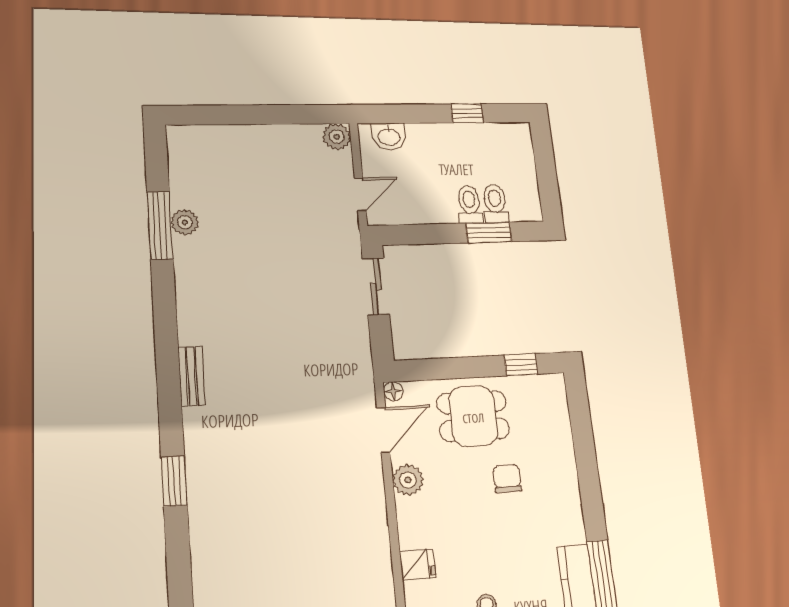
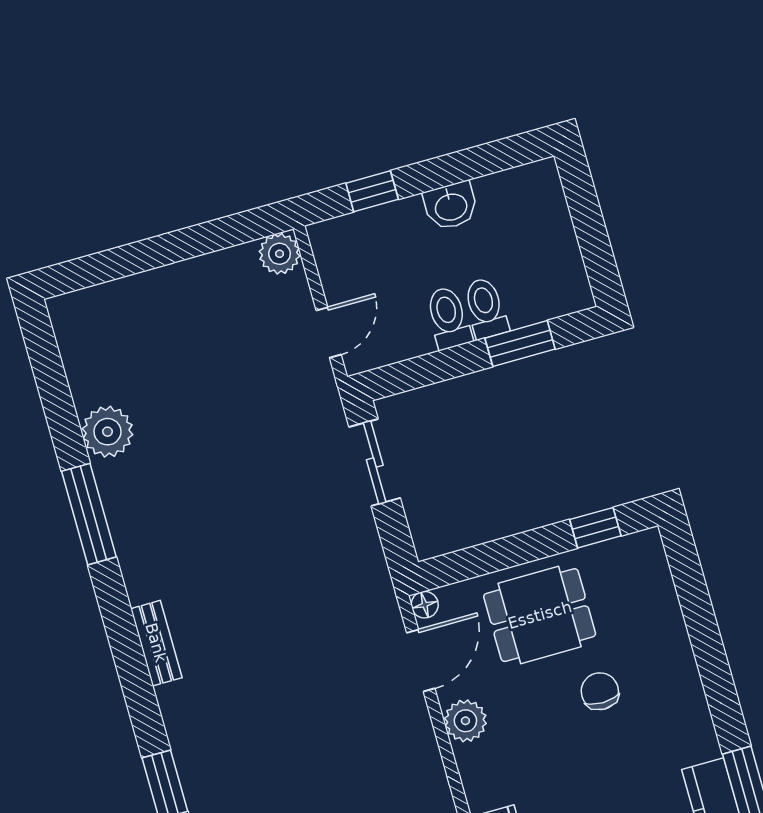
window: (467, 113) -> (372, 191), moved
washbasin: (389, 136) -> (451, 206), moved
toilet: (495, 203) -> (448, 318), moved
plant: (185, 222) -> (107, 432), width x1.36, depth x1.36
window: (160, 225) -> (89, 514), moved

